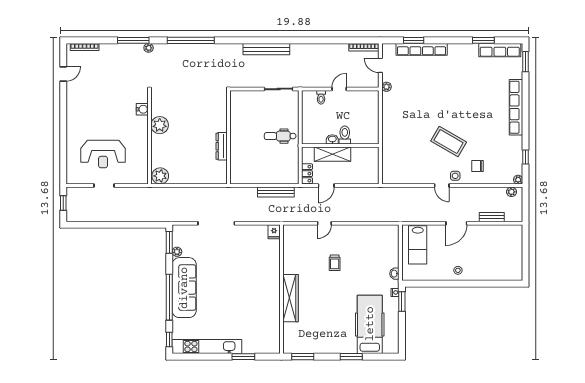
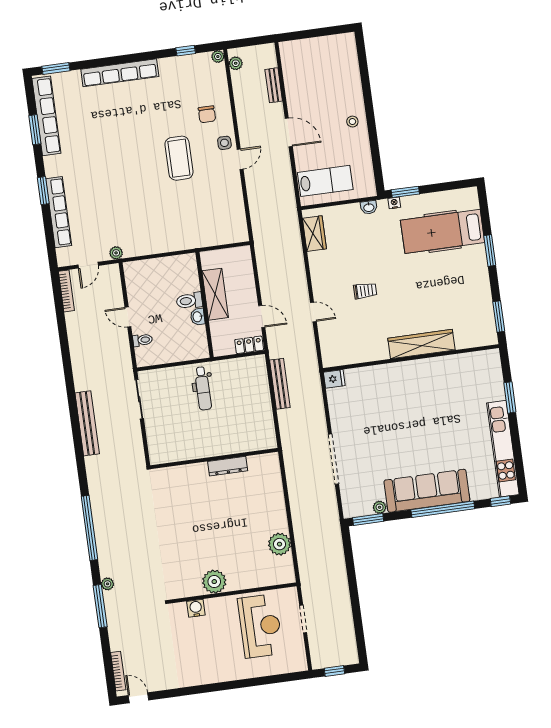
window: (414, 40) -> (43, 191), moved
row of seats: (500, 50) -> (46, 116), width x1.36
door: (63, 74) -> (138, 698), moved
water cooler: (142, 109) -> (196, 608), moved
plant: (160, 125) -> (214, 582), moved
wall: (150, 137) -> (233, 593), moved
coffee table: (449, 142) -> (179, 158), turned -30
shelving: (333, 154) -> (215, 294), moved
wardrobe: (381, 232) -> (314, 234), added

